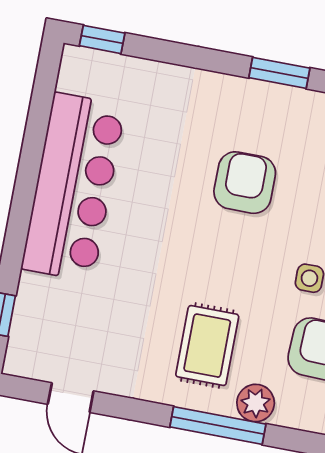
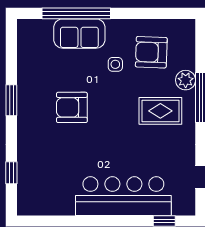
window: (102, 39) -> (11, 173), moved
bar counter: (73, 187) -> (123, 196), moved

